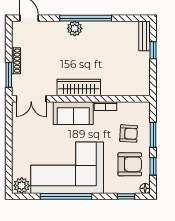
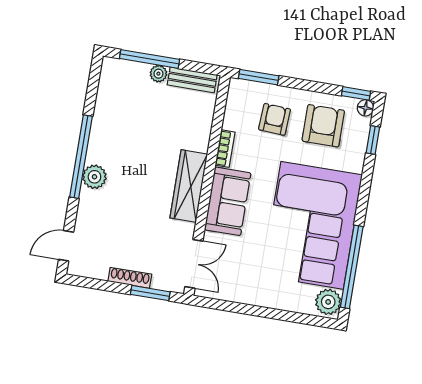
bench: (144, 36) -> (192, 80), moved
window: (153, 50) -> (150, 59), width x2.17
plant: (145, 57) -> (158, 74), added
window: (153, 135) -> (259, 77), moved
window: (153, 166) -> (356, 93), moved
window: (66, 196) -> (352, 267), moved

